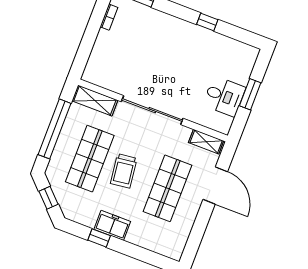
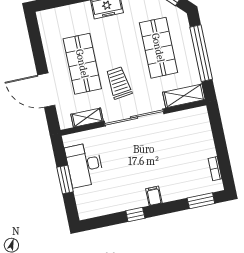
filing cabinet: (180, 28) -> (154, 196), added
desk: (224, 96) -> (84, 165), width x1.37
shelving: (206, 142) -> (87, 118), moved
trolley: (124, 171) -> (119, 83), moved

